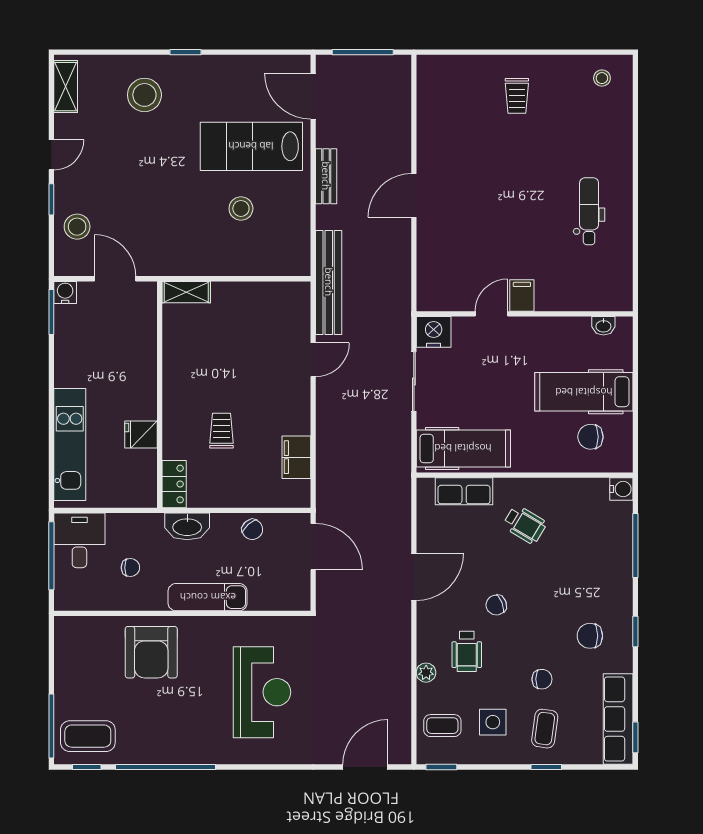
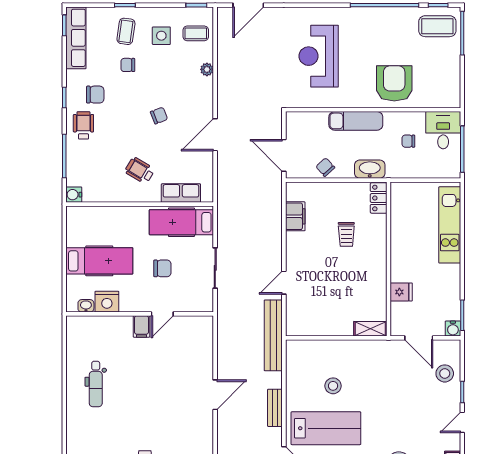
nightstand: (434, 332) -> (107, 302), moved
fridge: (141, 434) -> (401, 292), moved
chair: (590, 437) -> (162, 268), moved
desk: (79, 540) -> (443, 130), moved, turned 180
wheelchair: (467, 651) -> (83, 125), moved

